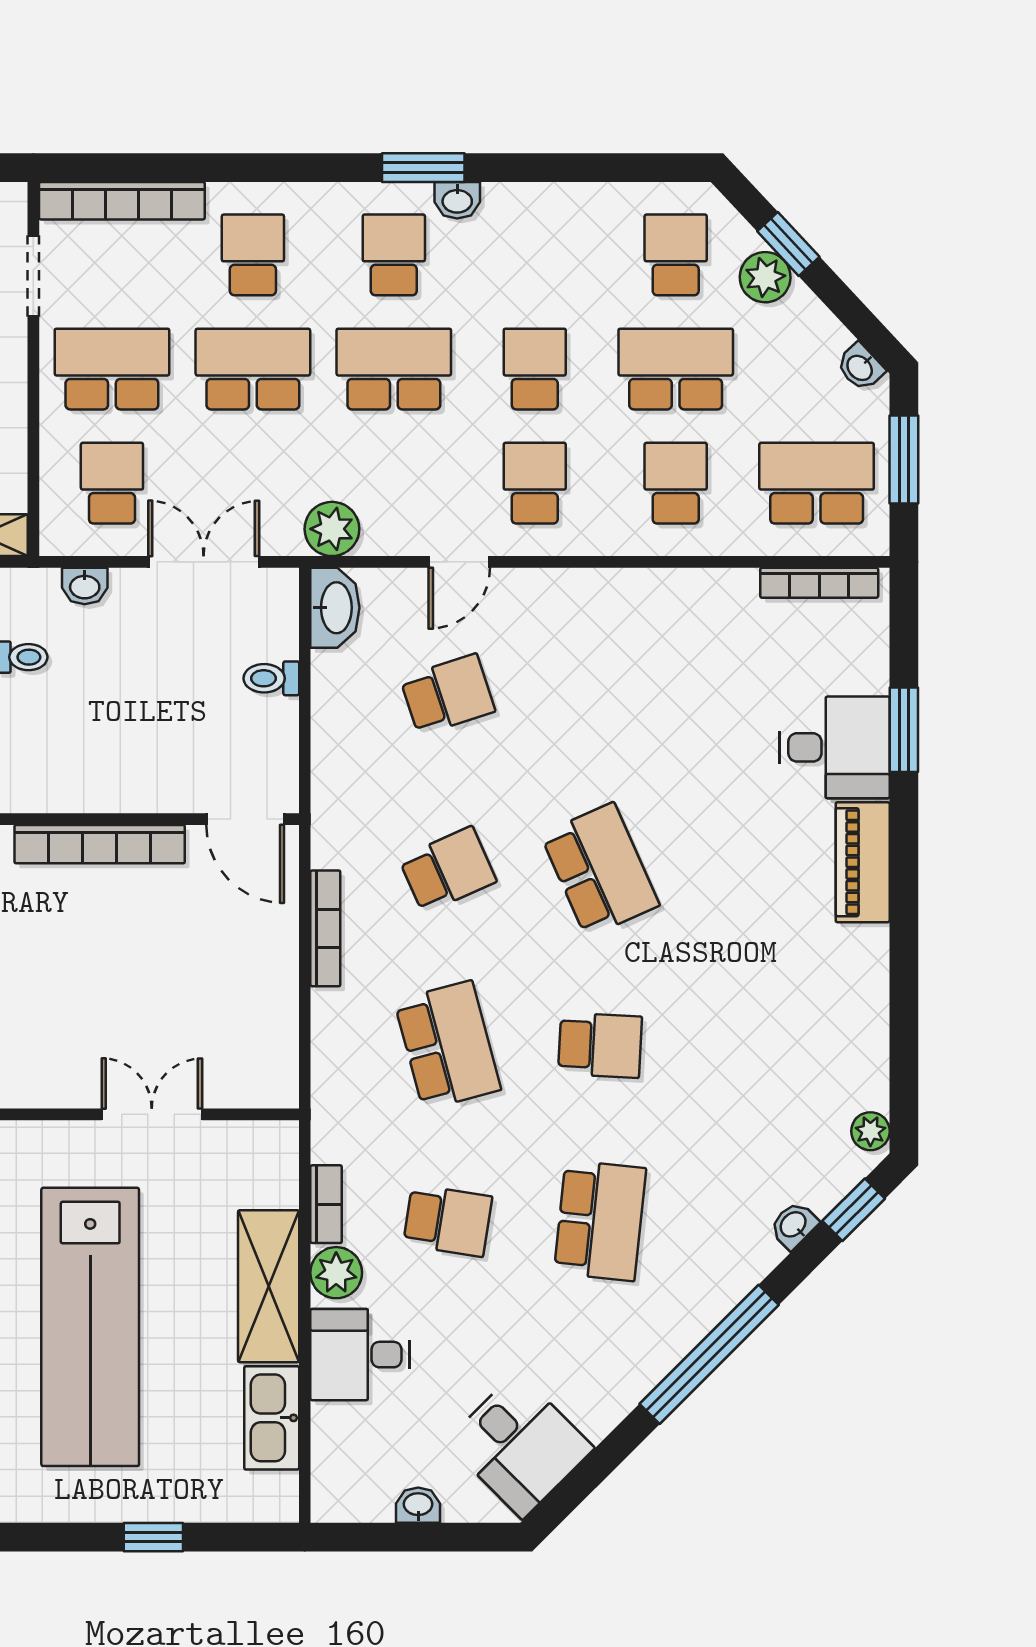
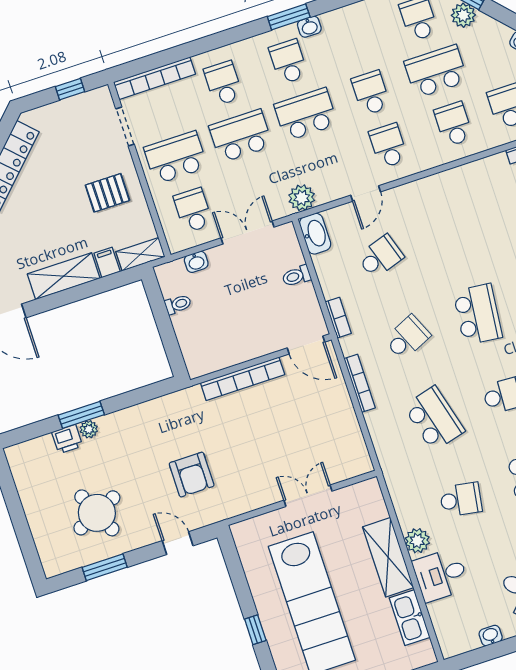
school desk: (600, 870) -> (478, 314), turned 30
bookcase: (326, 1204) -> (338, 318), moved

